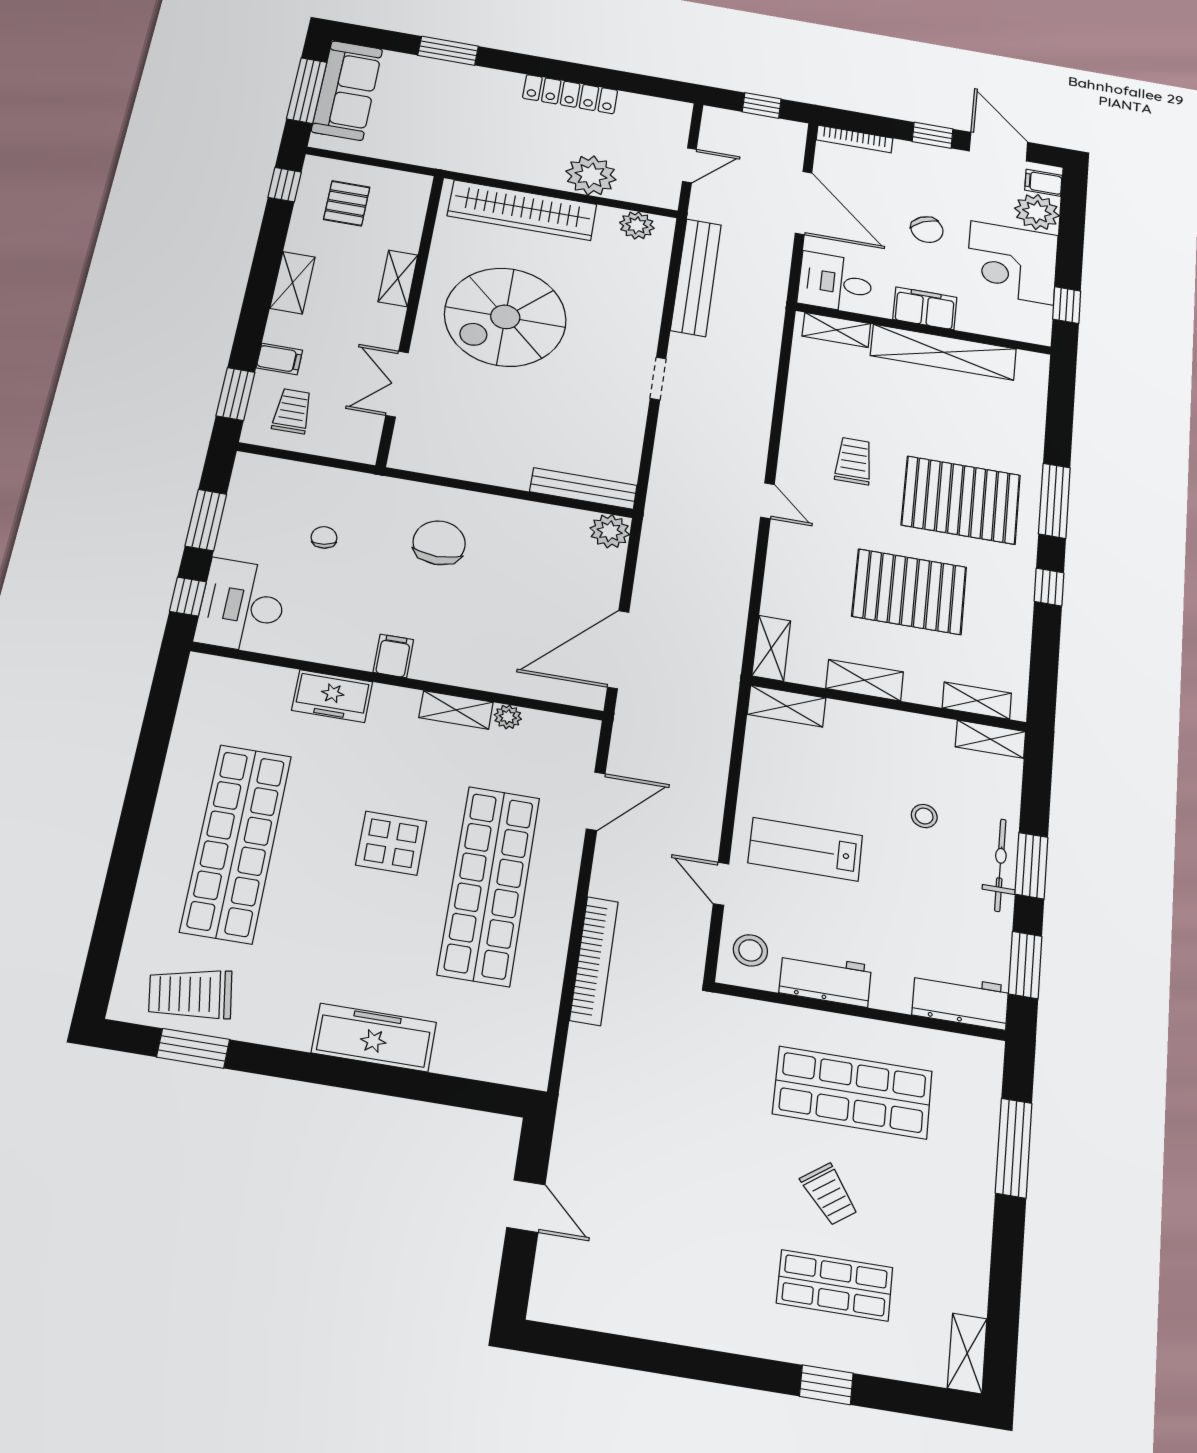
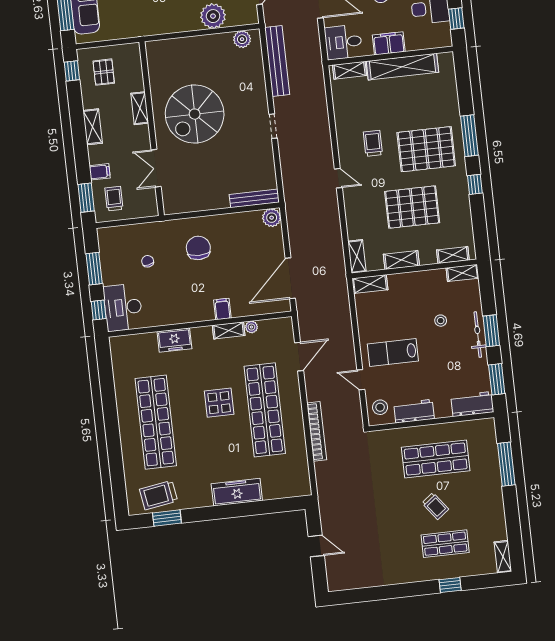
wardrobe: (522, 210) -> (186, 48), removed
filing cabinet: (393, 656) -> (222, 309), moved

